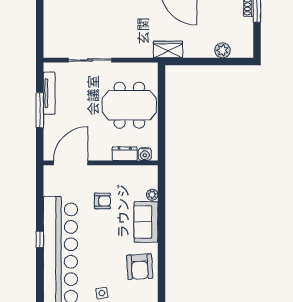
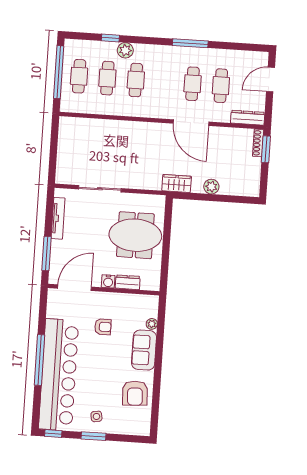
plant: (223, 50) -> (211, 187), moved
window: (40, 110) -> (47, 254), moved
water cooler: (145, 154) -> (108, 281), moved
window: (40, 239) -> (39, 360), width x3.17

